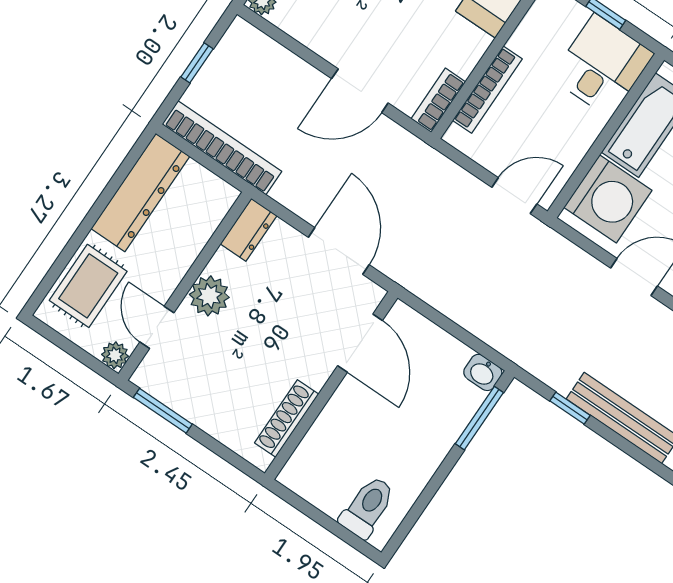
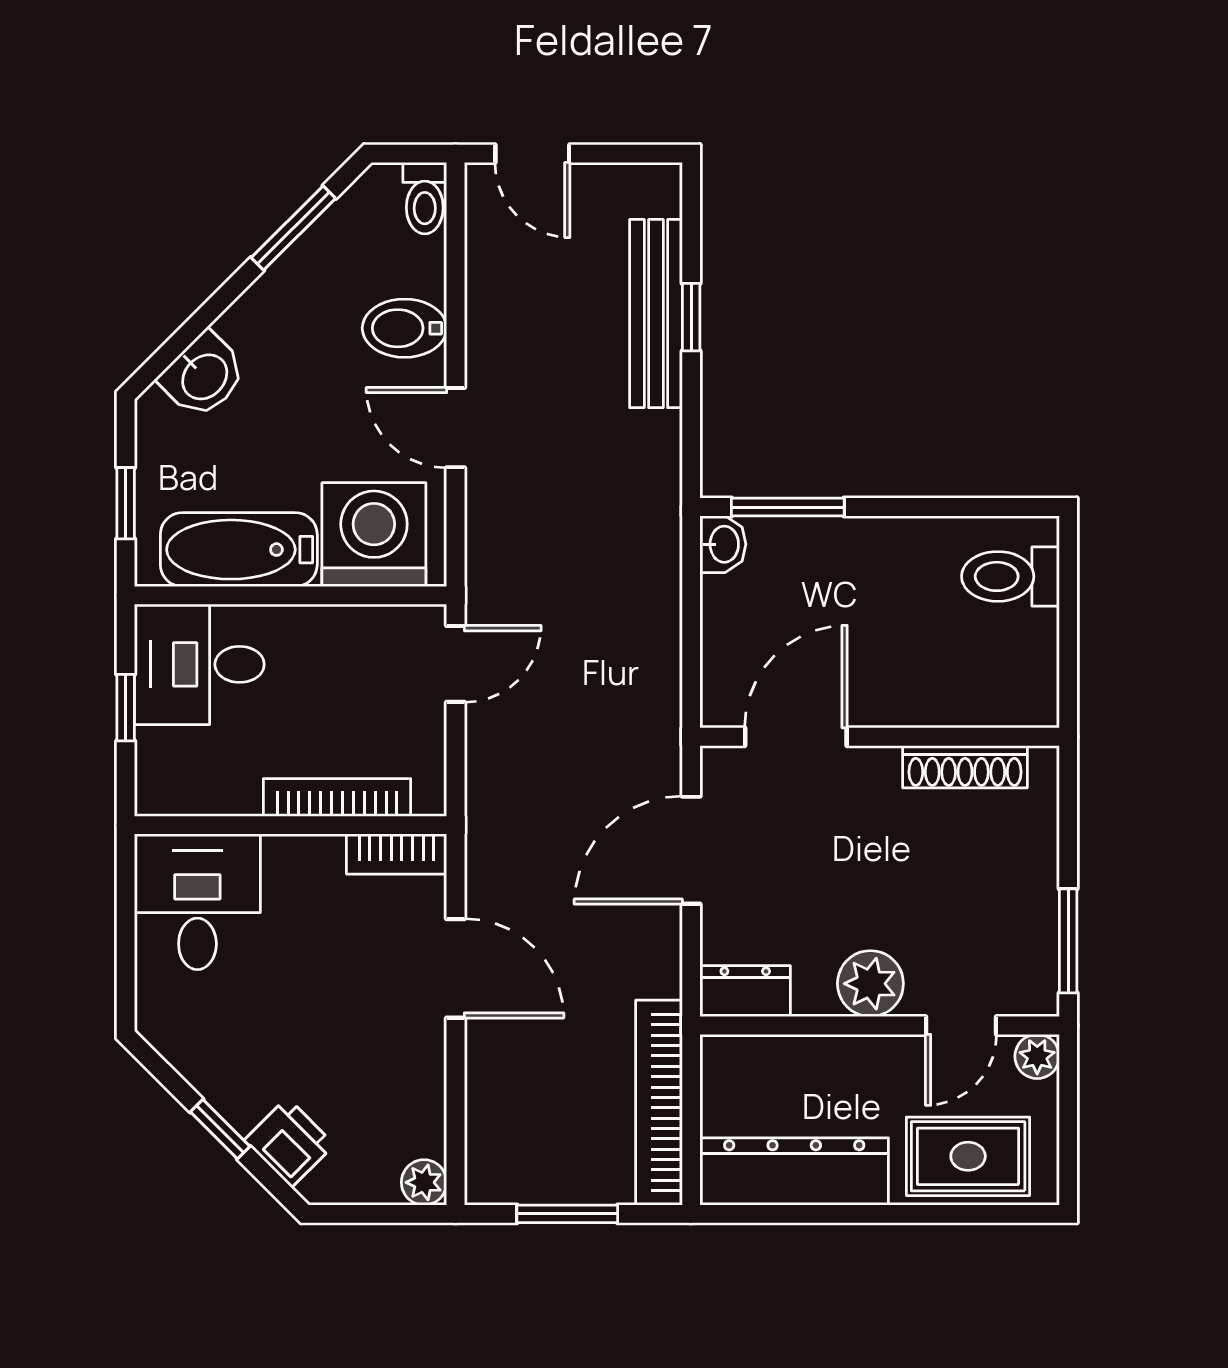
window: (197, 63) -> (567, 1214), width x1.50
door: (514, 196) -> (456, 664), swing flipped
window: (570, 408) -> (691, 317), moved

